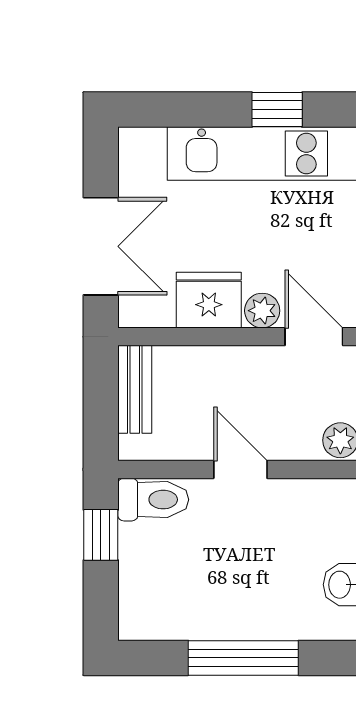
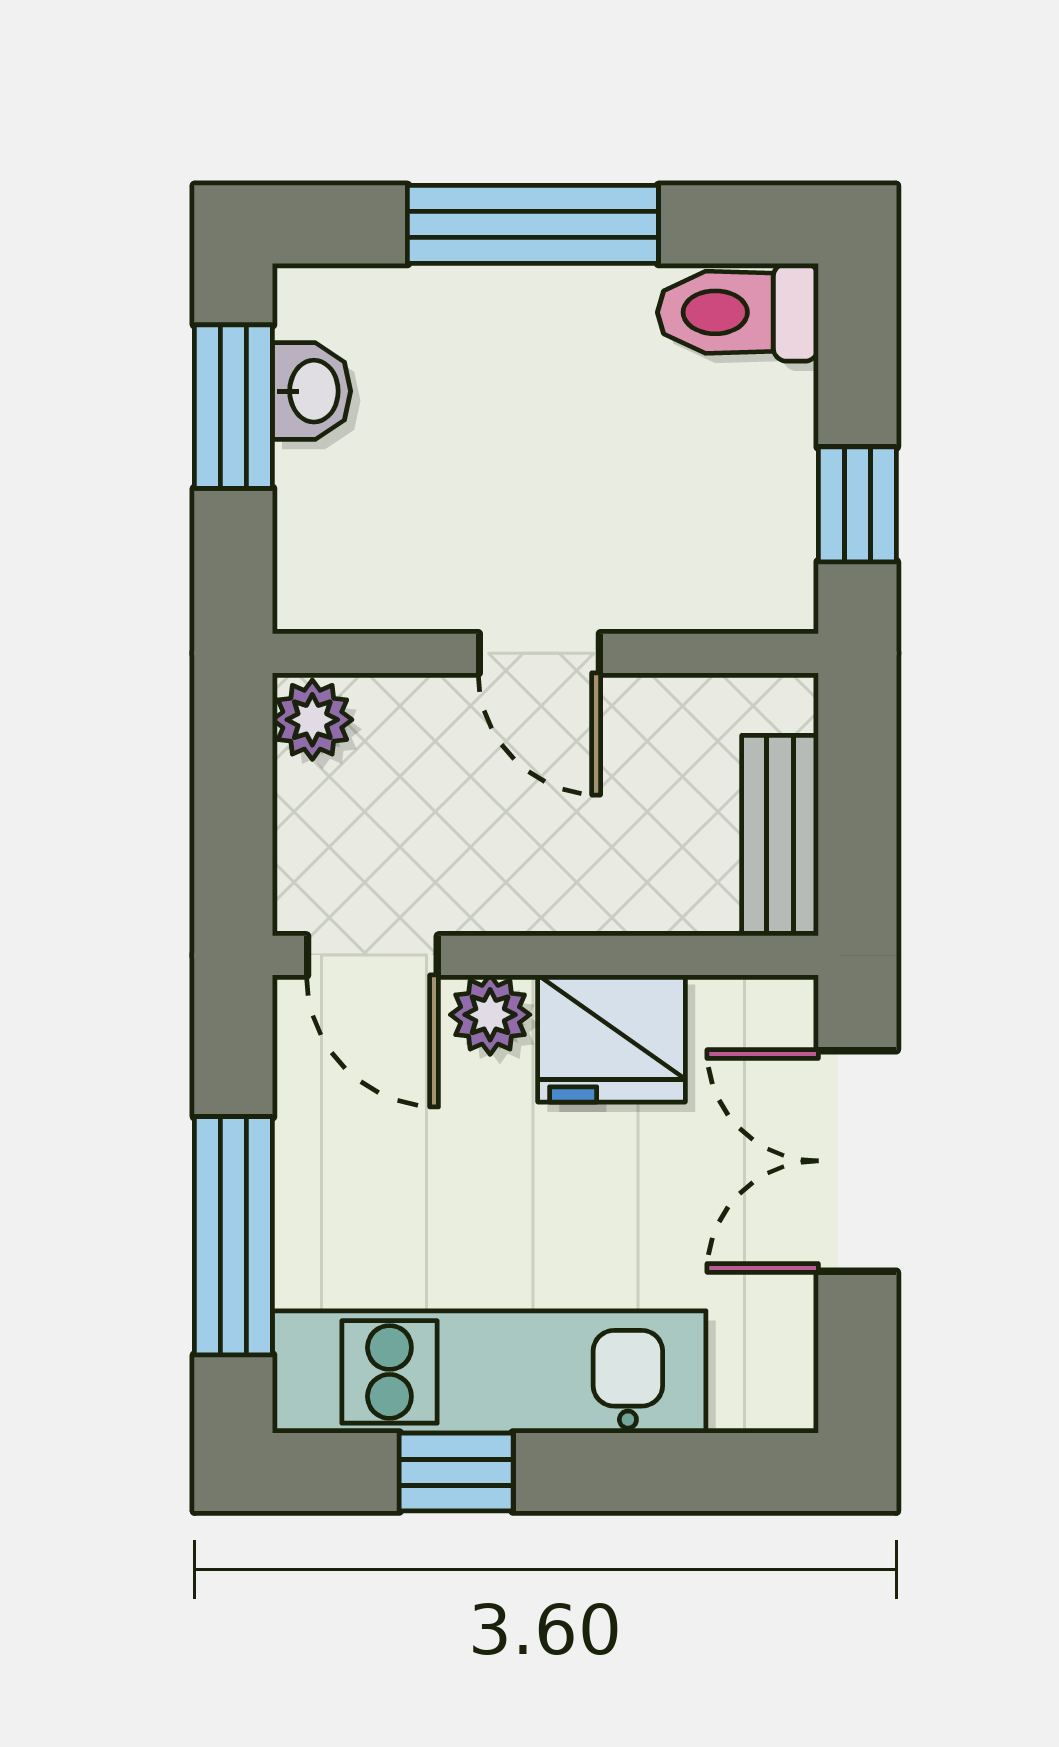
toilet: (153, 500) -> (738, 312), moved

